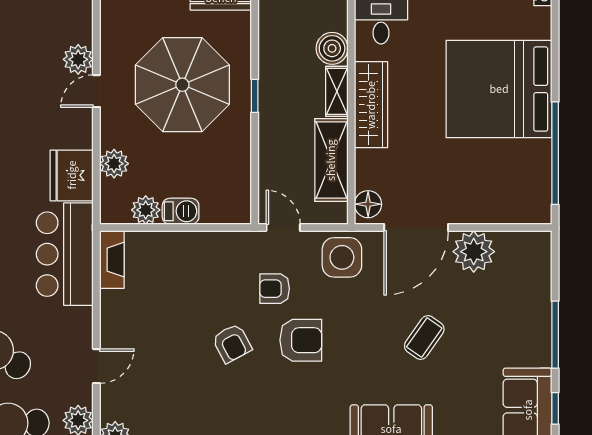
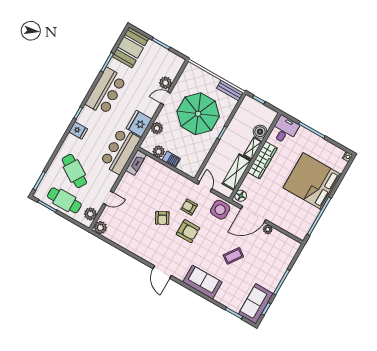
plant: (474, 252) -> (268, 229), width x0.53, depth x0.53

